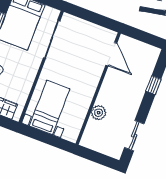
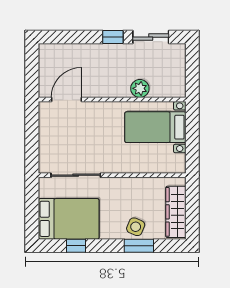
window: (153, 85) -> (113, 37), moved
bed with nightstands: (50, 107) -> (155, 127), moved

